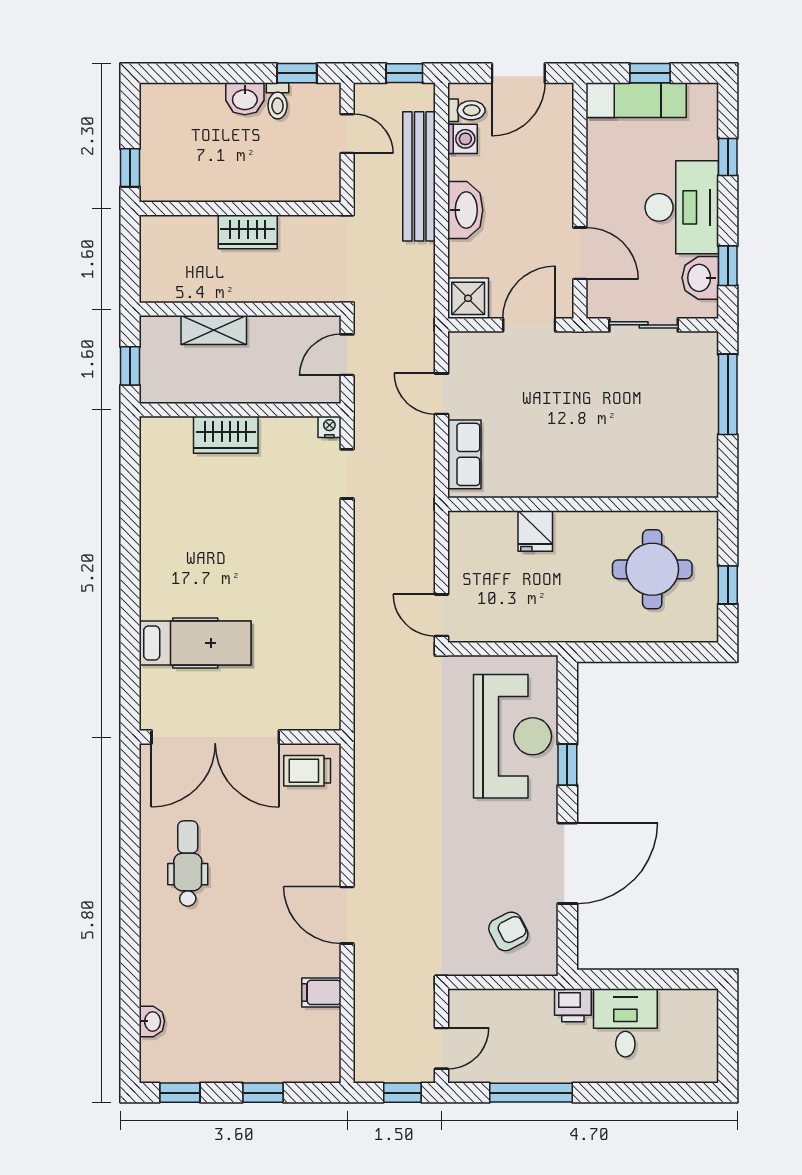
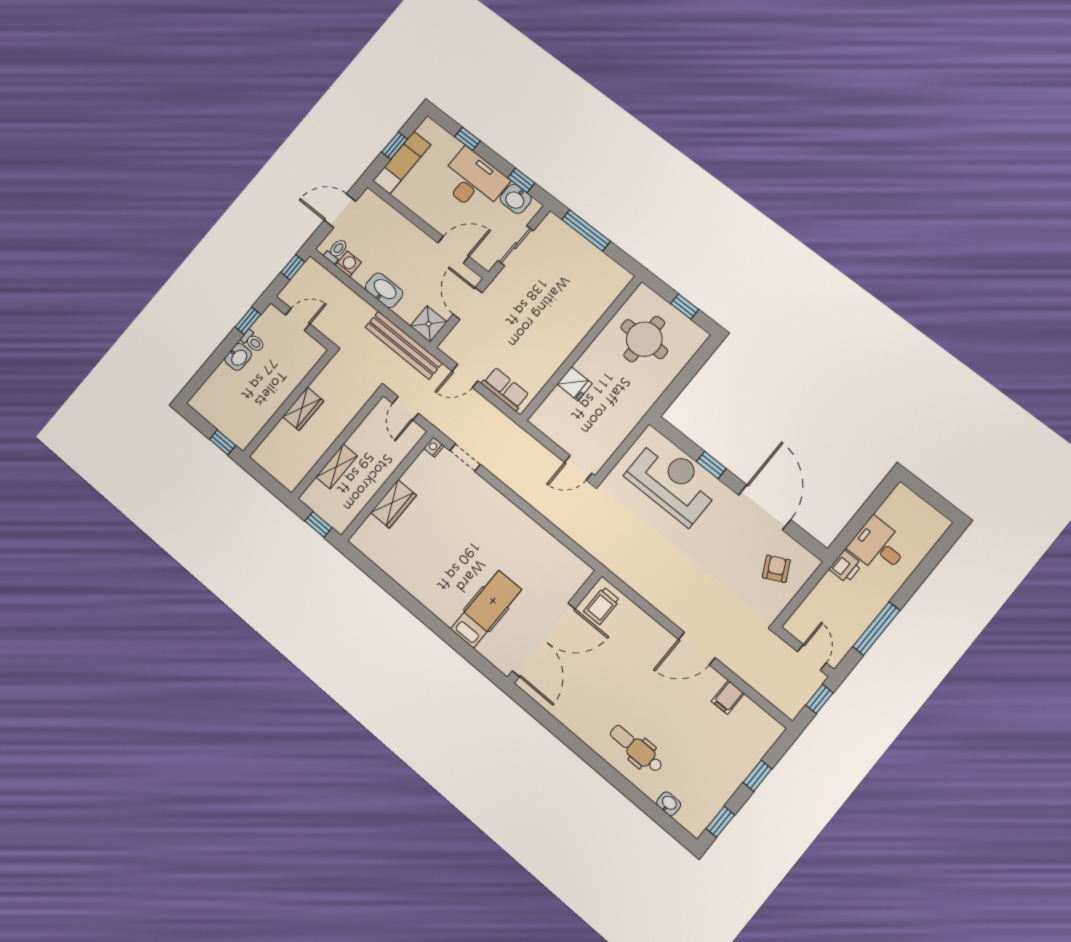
door: (518, 73) -> (340, 211), swing flipped
bench: (419, 176) -> (404, 345), moved
dental chair: (188, 863) -> (636, 749), moved

